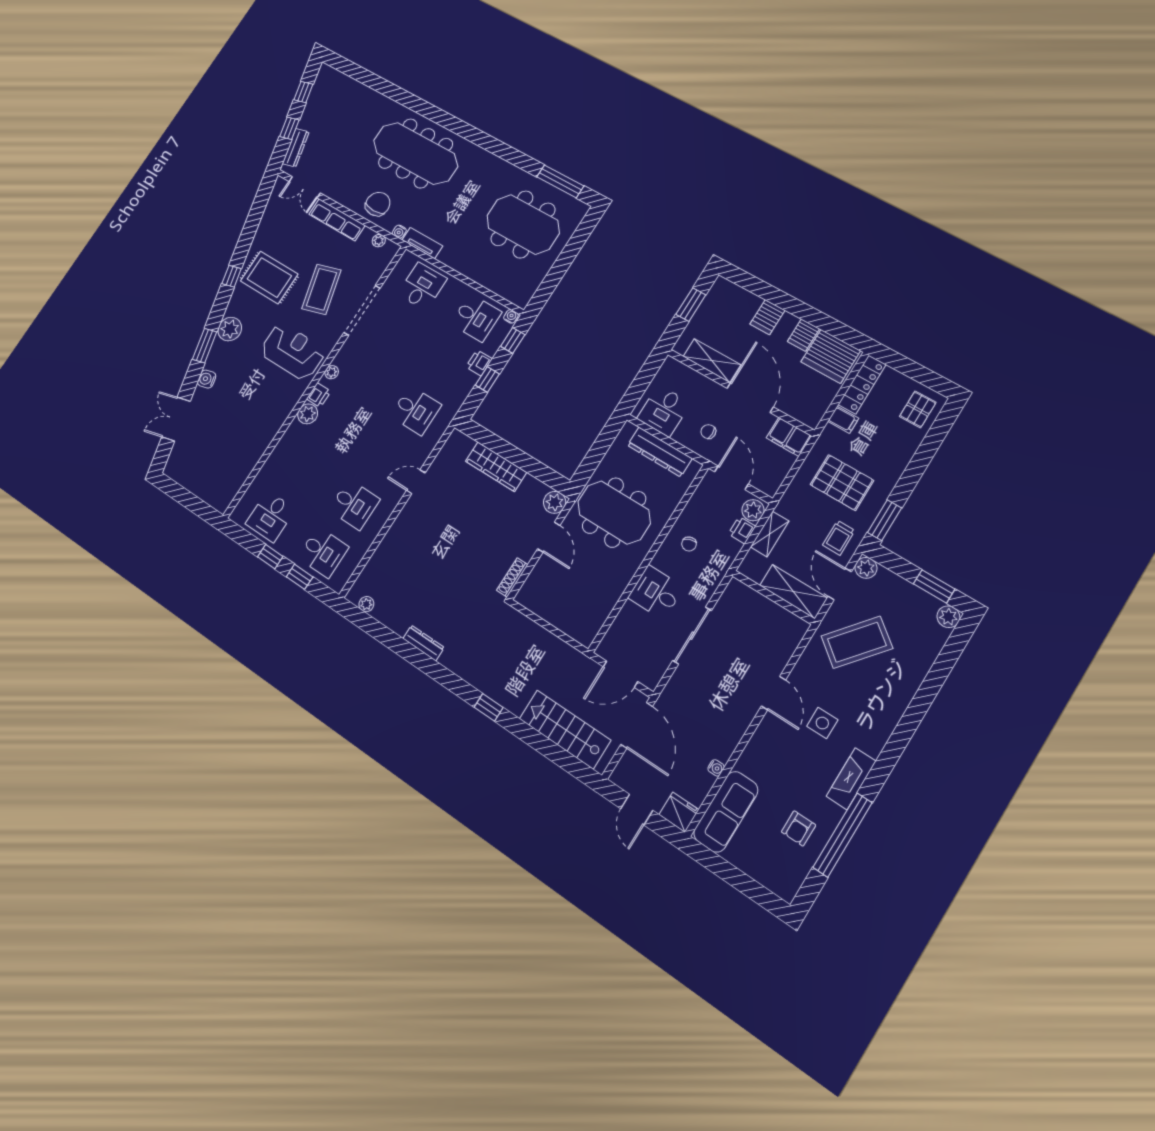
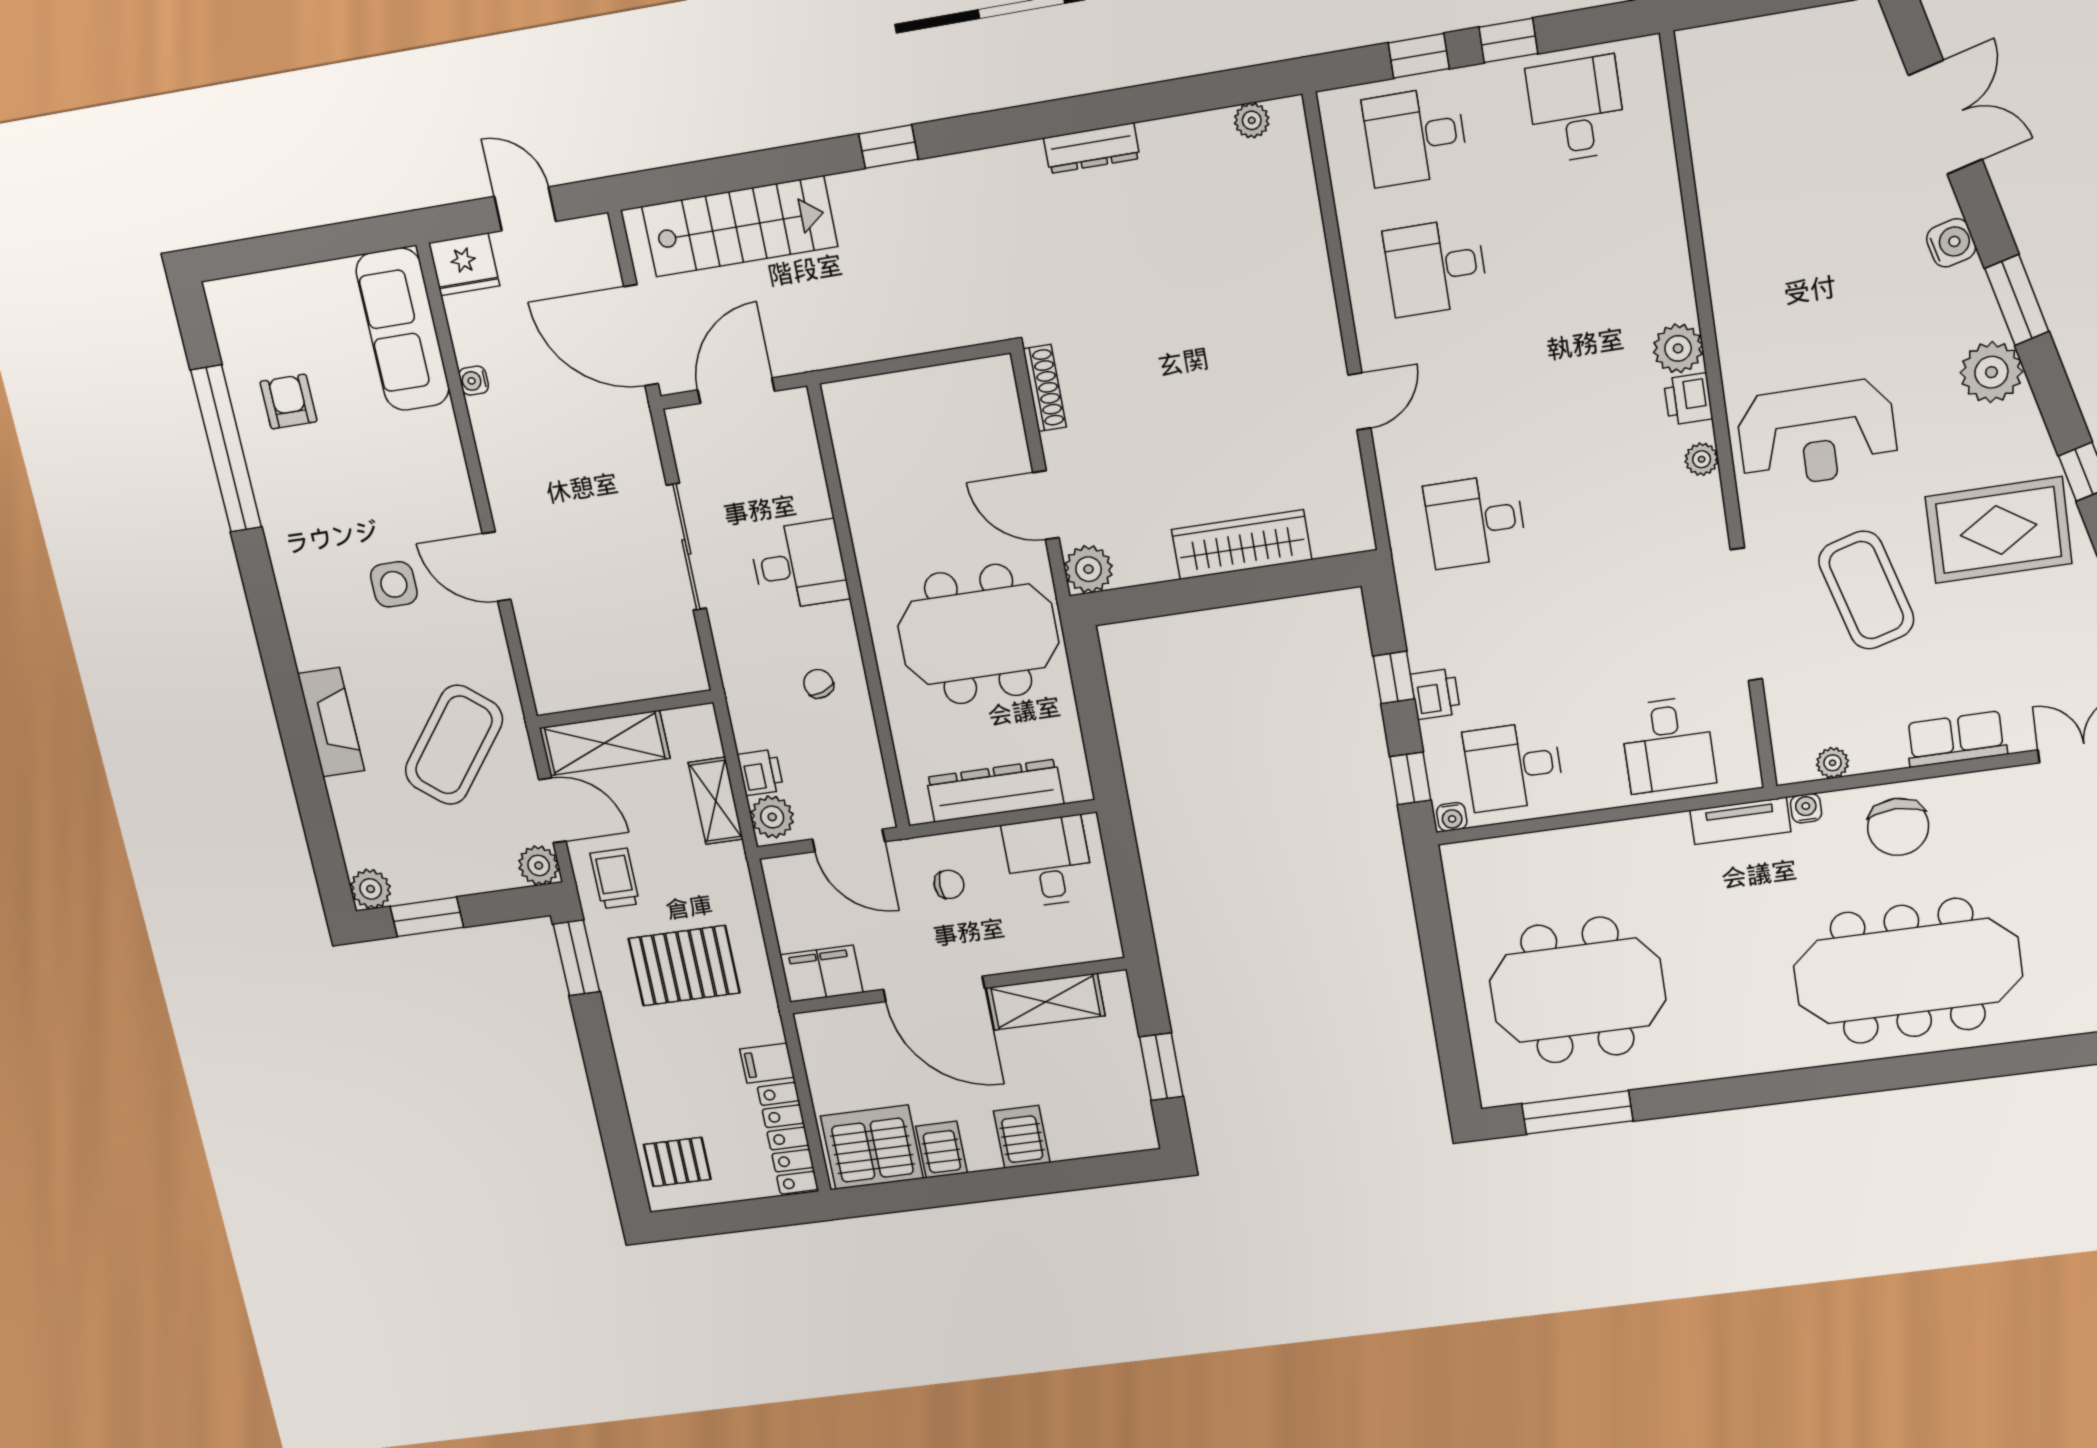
row of seats: (337, 220) -> (1956, 739), width x0.68
pallet: (918, 409) -> (677, 1162), turned 90
fireplace: (851, 779) -> (331, 722), moved

